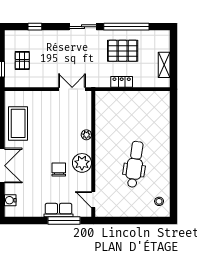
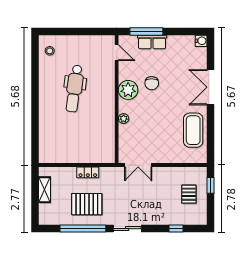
water cooler: (10, 200) -> (201, 41), moved

